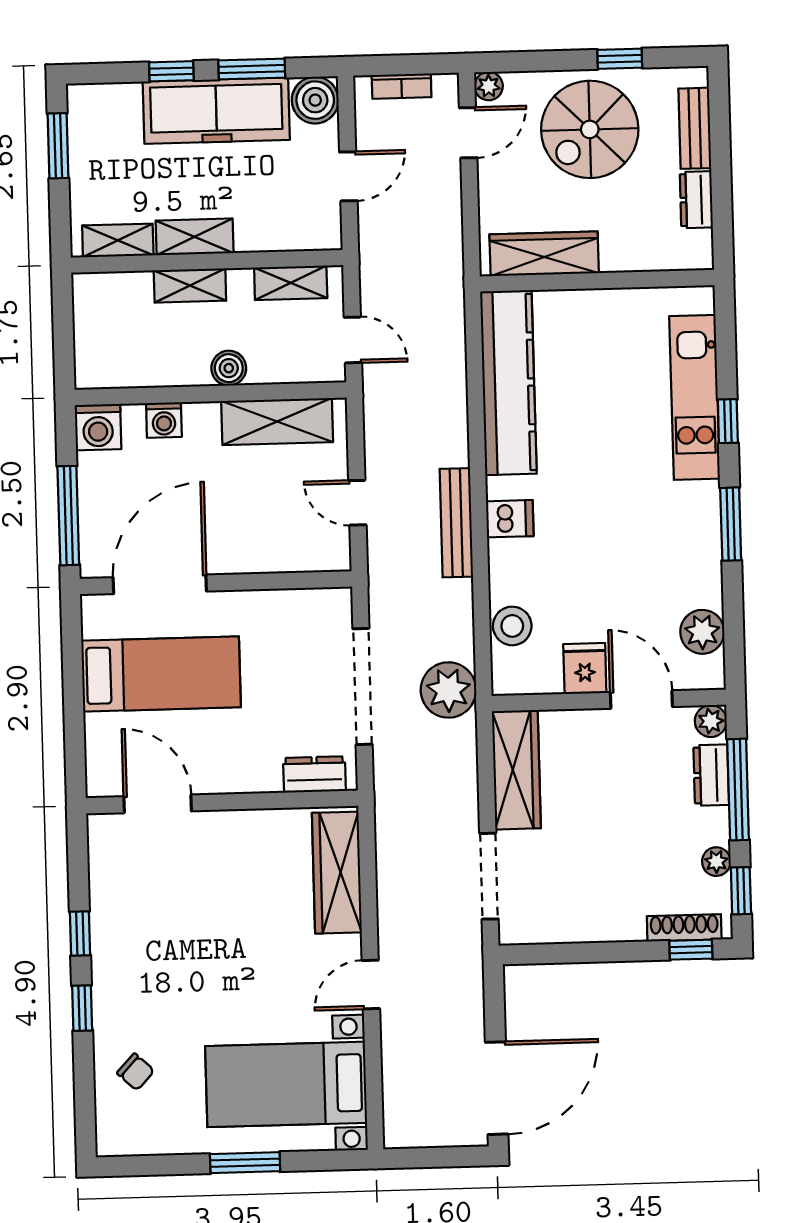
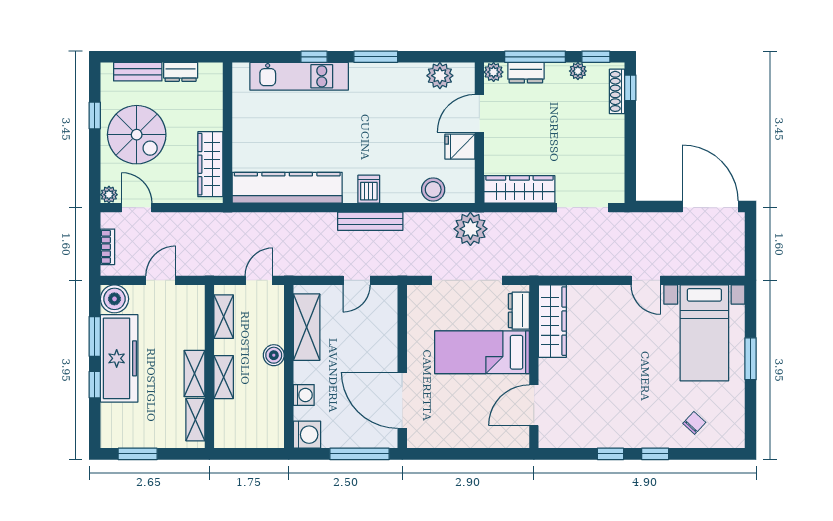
door: (348, 176) -> (161, 280), hinge flipped
bed: (161, 674) -> (482, 352), moved, turned -90
wardrobe: (337, 873) -> (552, 321), moved, turned -90

